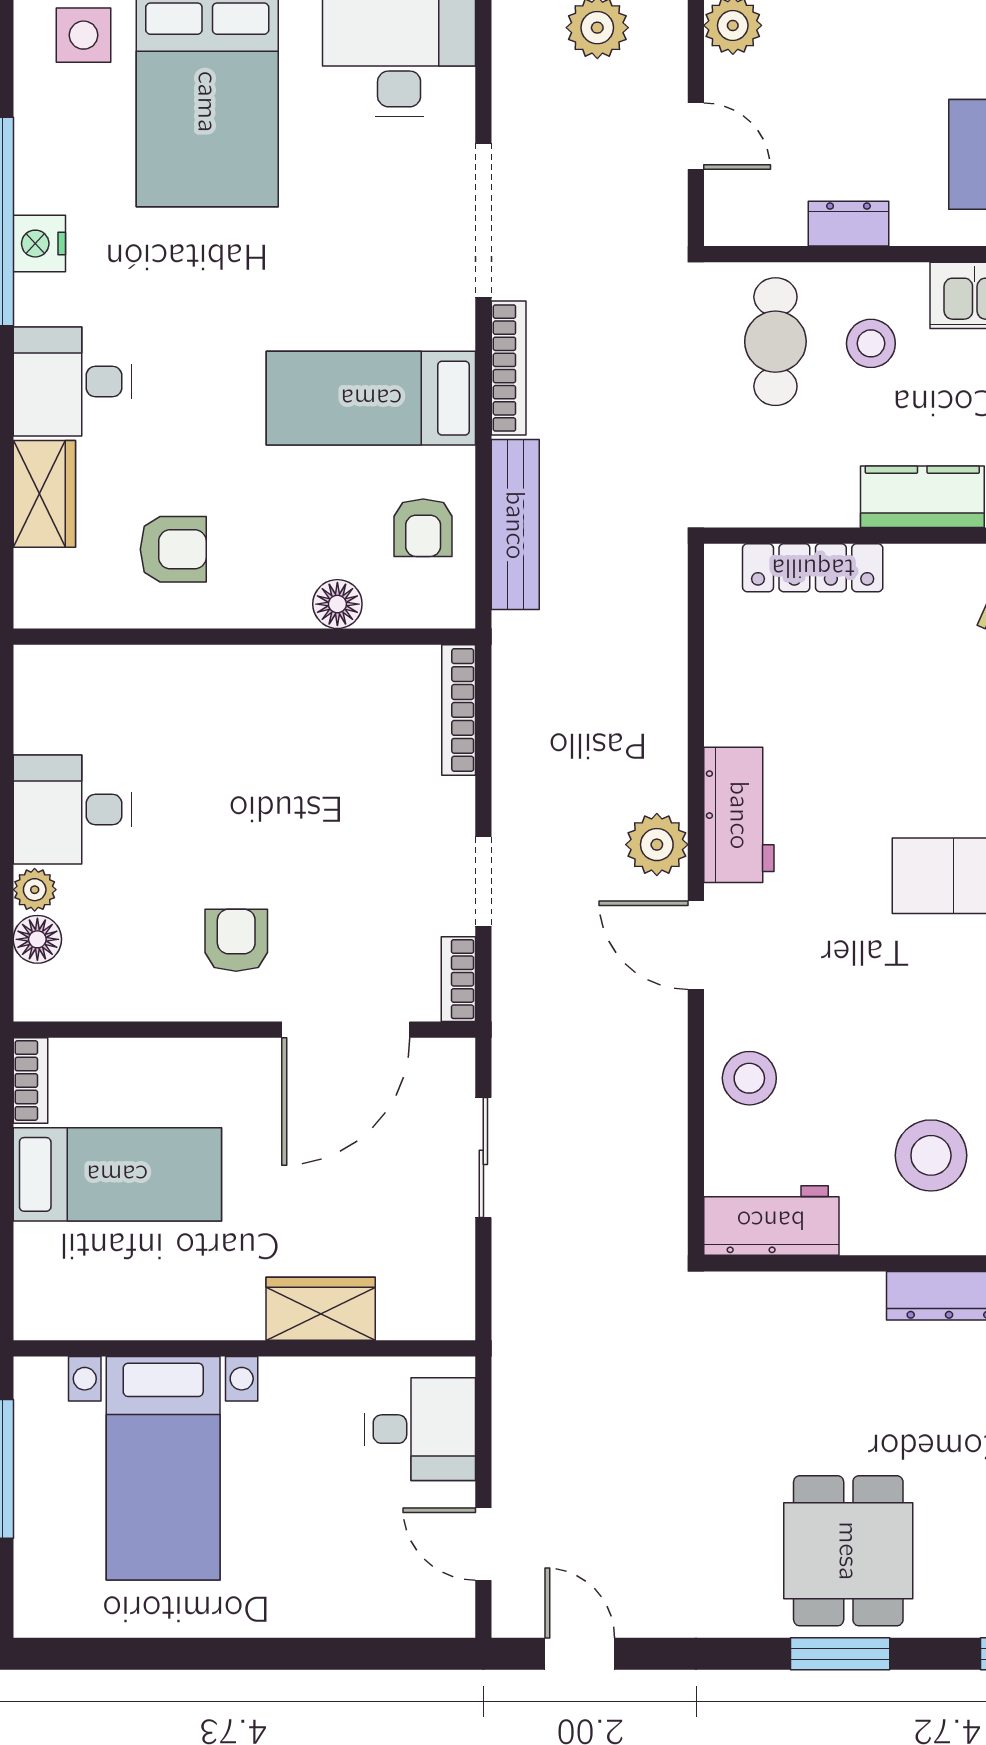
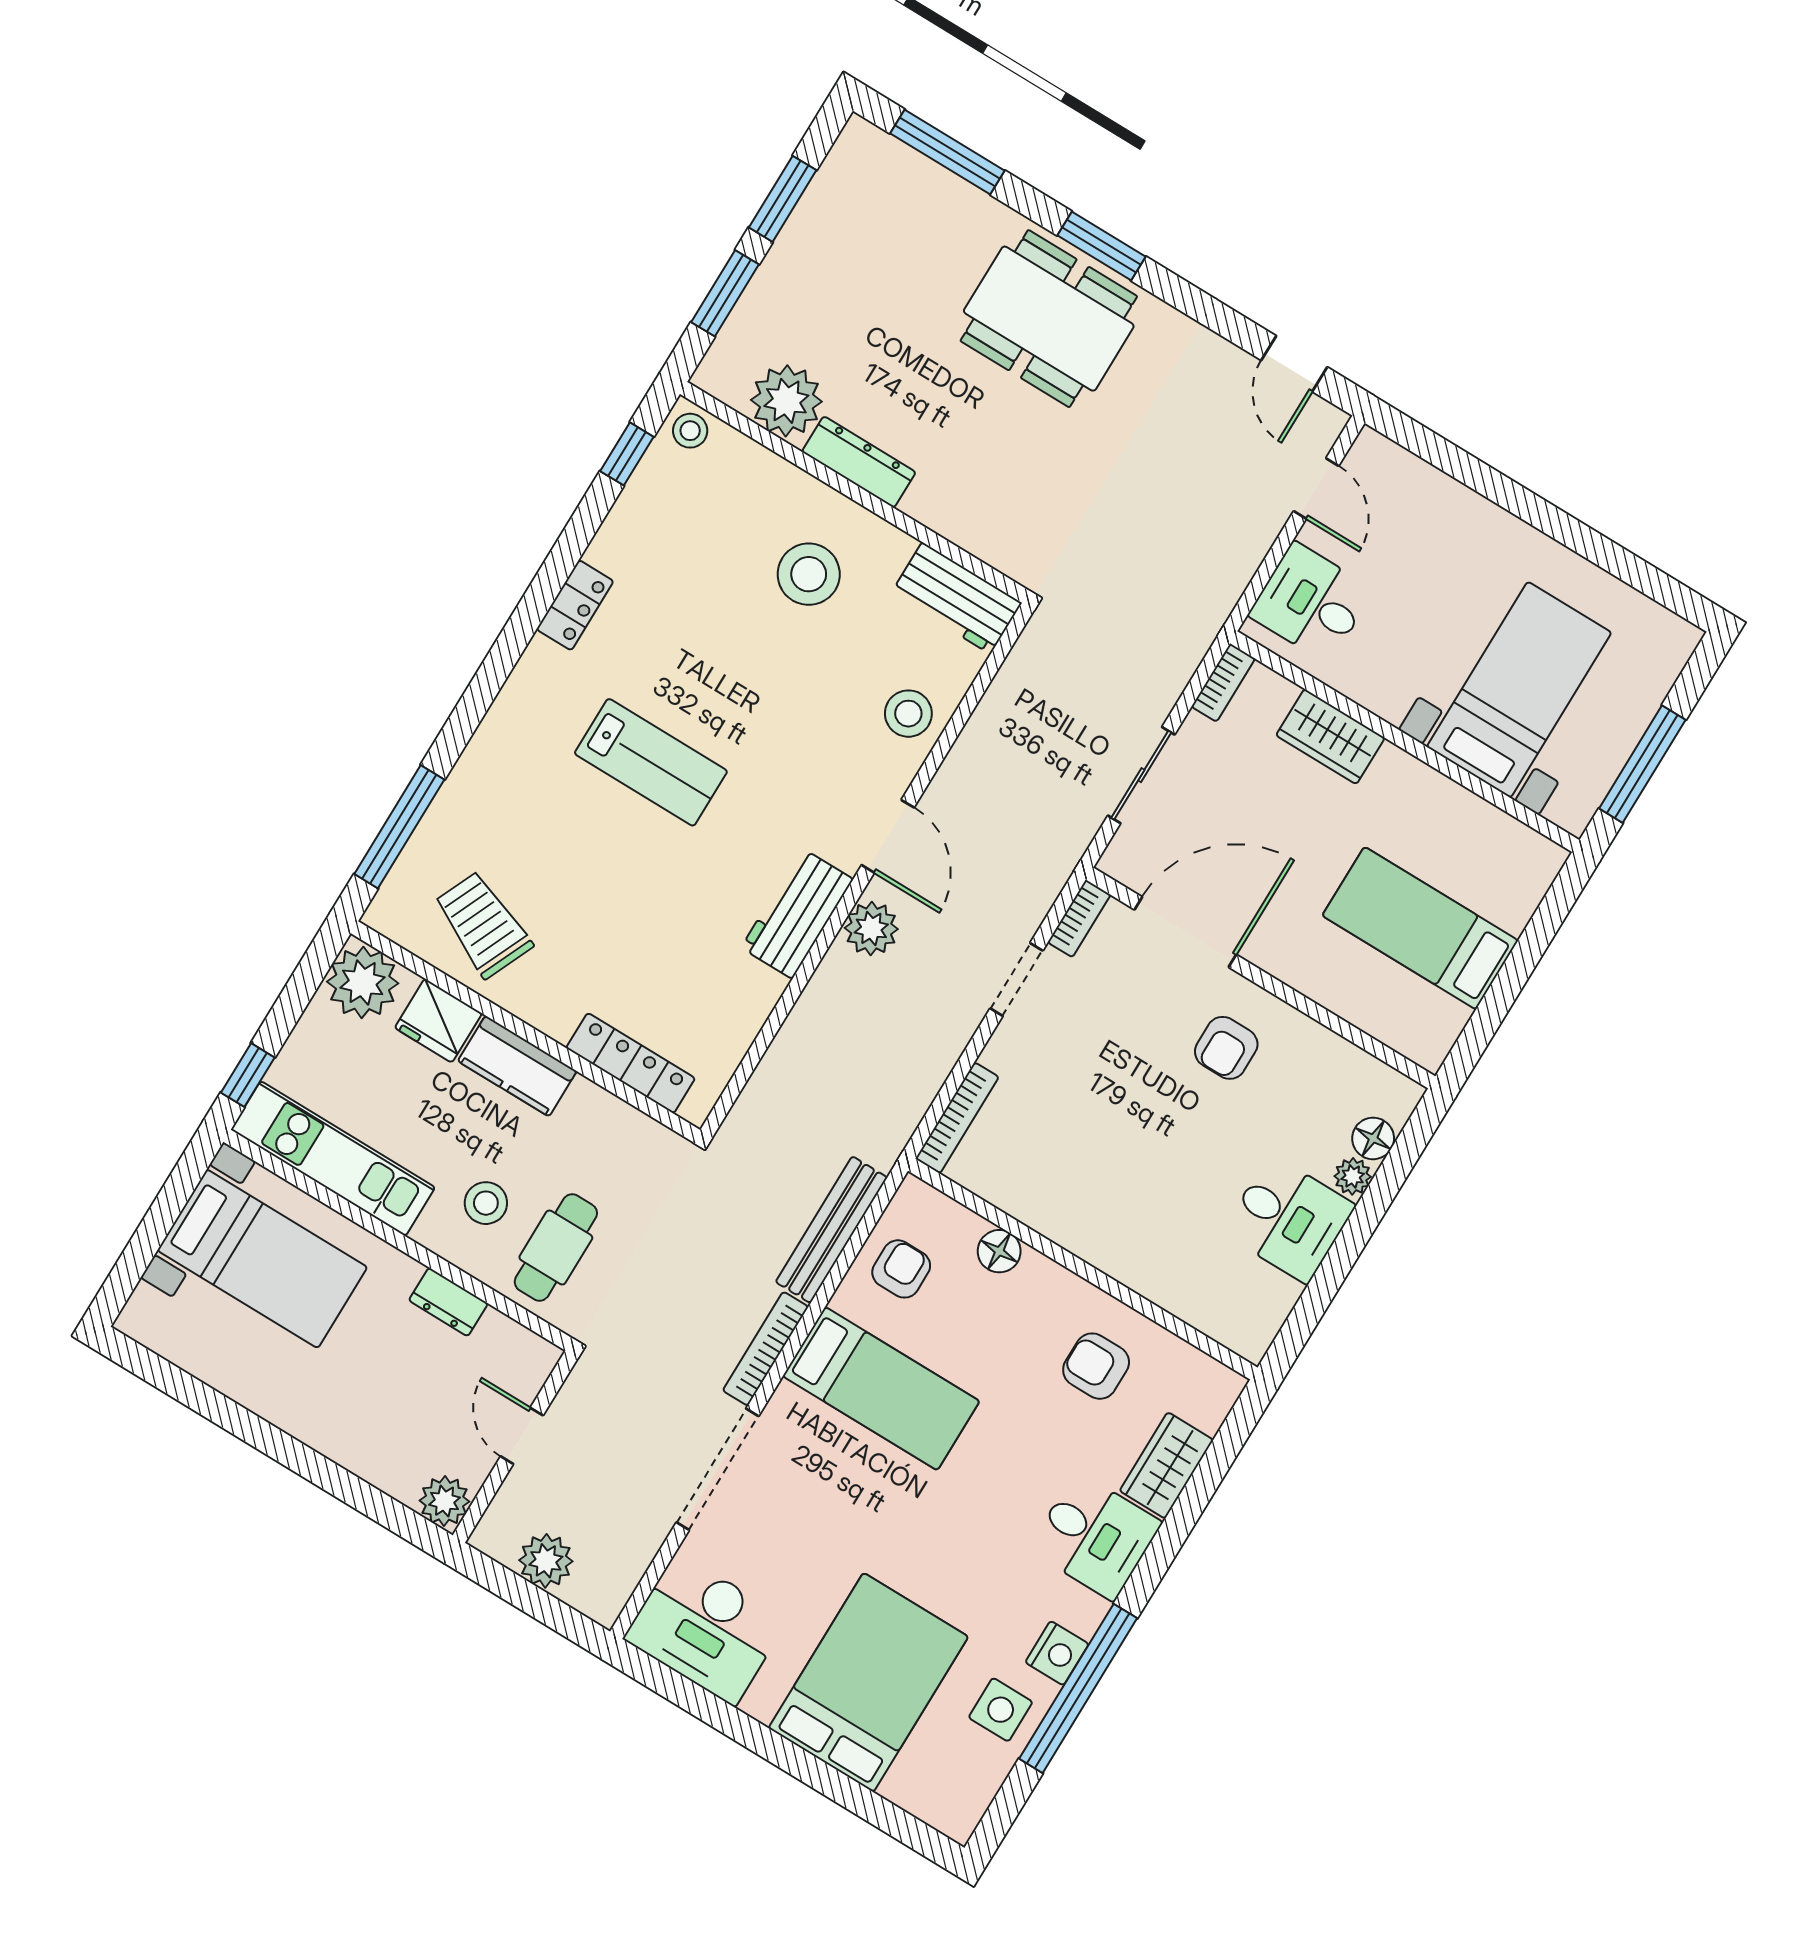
side table: (84, 35) -> (1001, 1710), moved
bookcase: (30, 1080) -> (1223, 683), moved, turned 180
dining table: (848, 1551) -> (1049, 319), width x1.38

